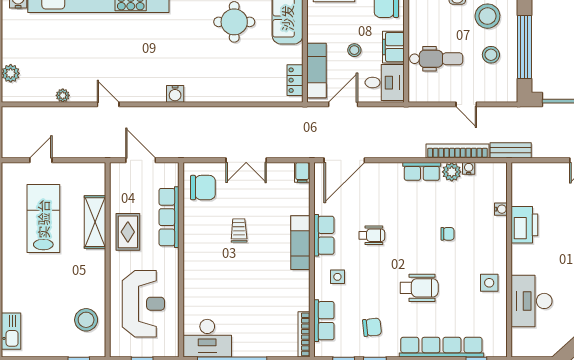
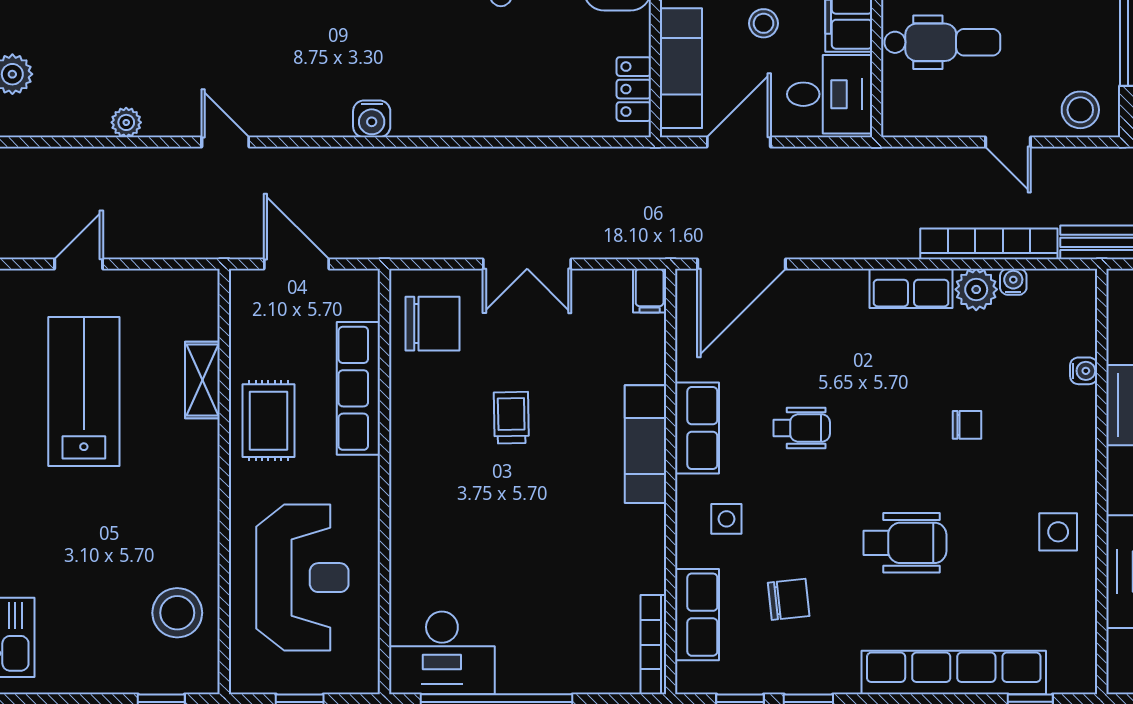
stool: (491, 55) -> (1080, 110), moved
shelving: (95, 222) -> (202, 380), width x0.67, depth x0.75
chair: (372, 327) -> (789, 599), moved

